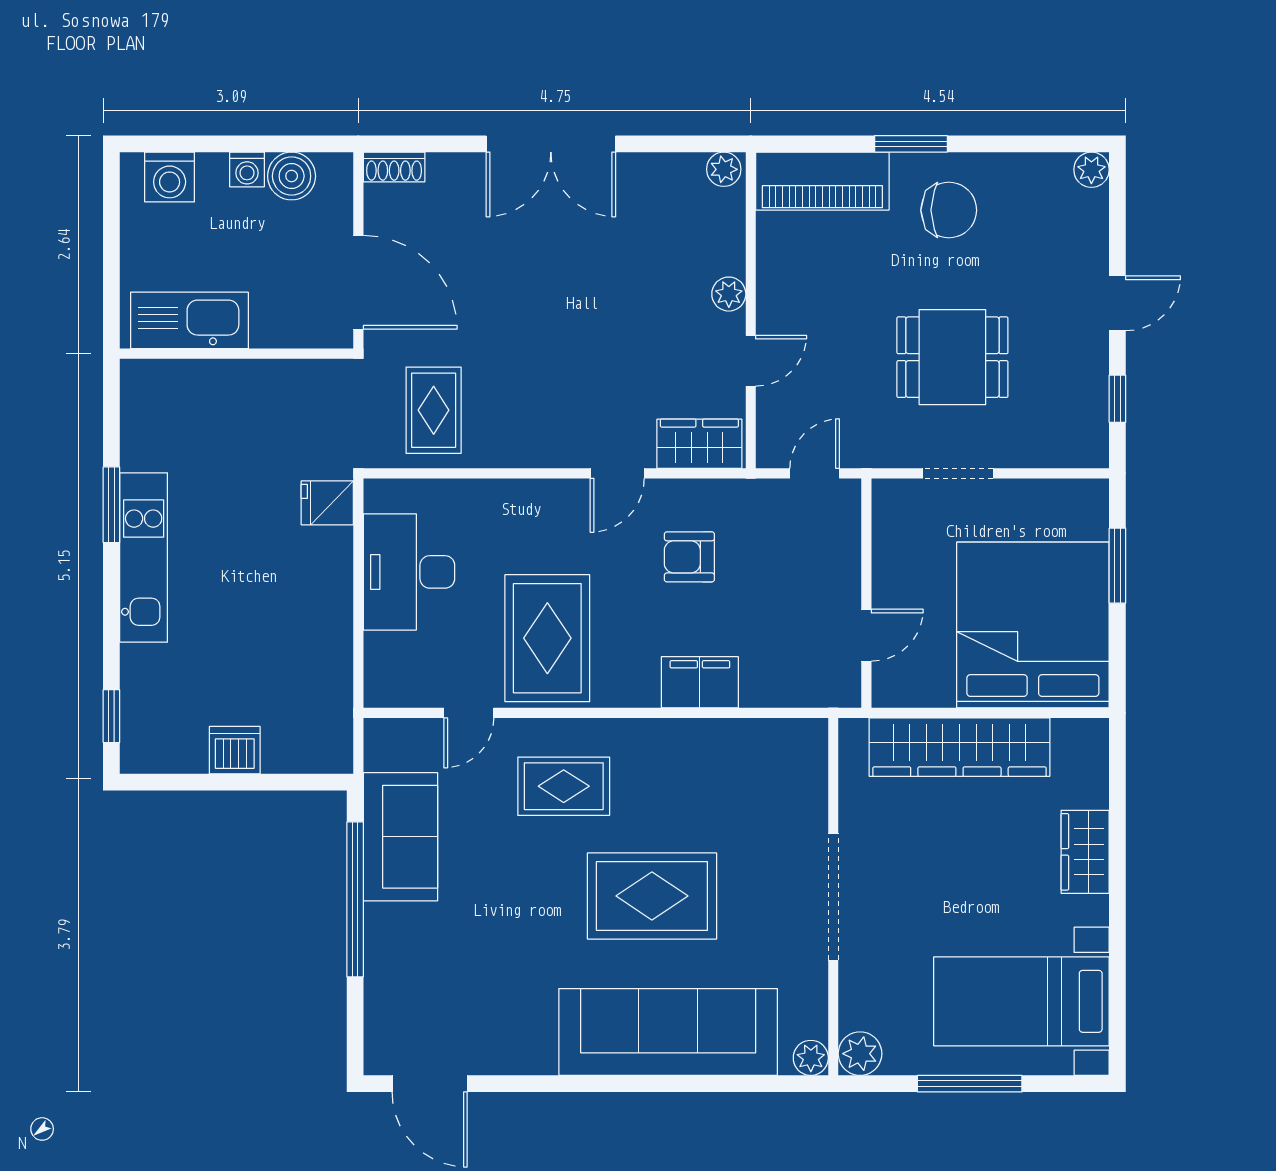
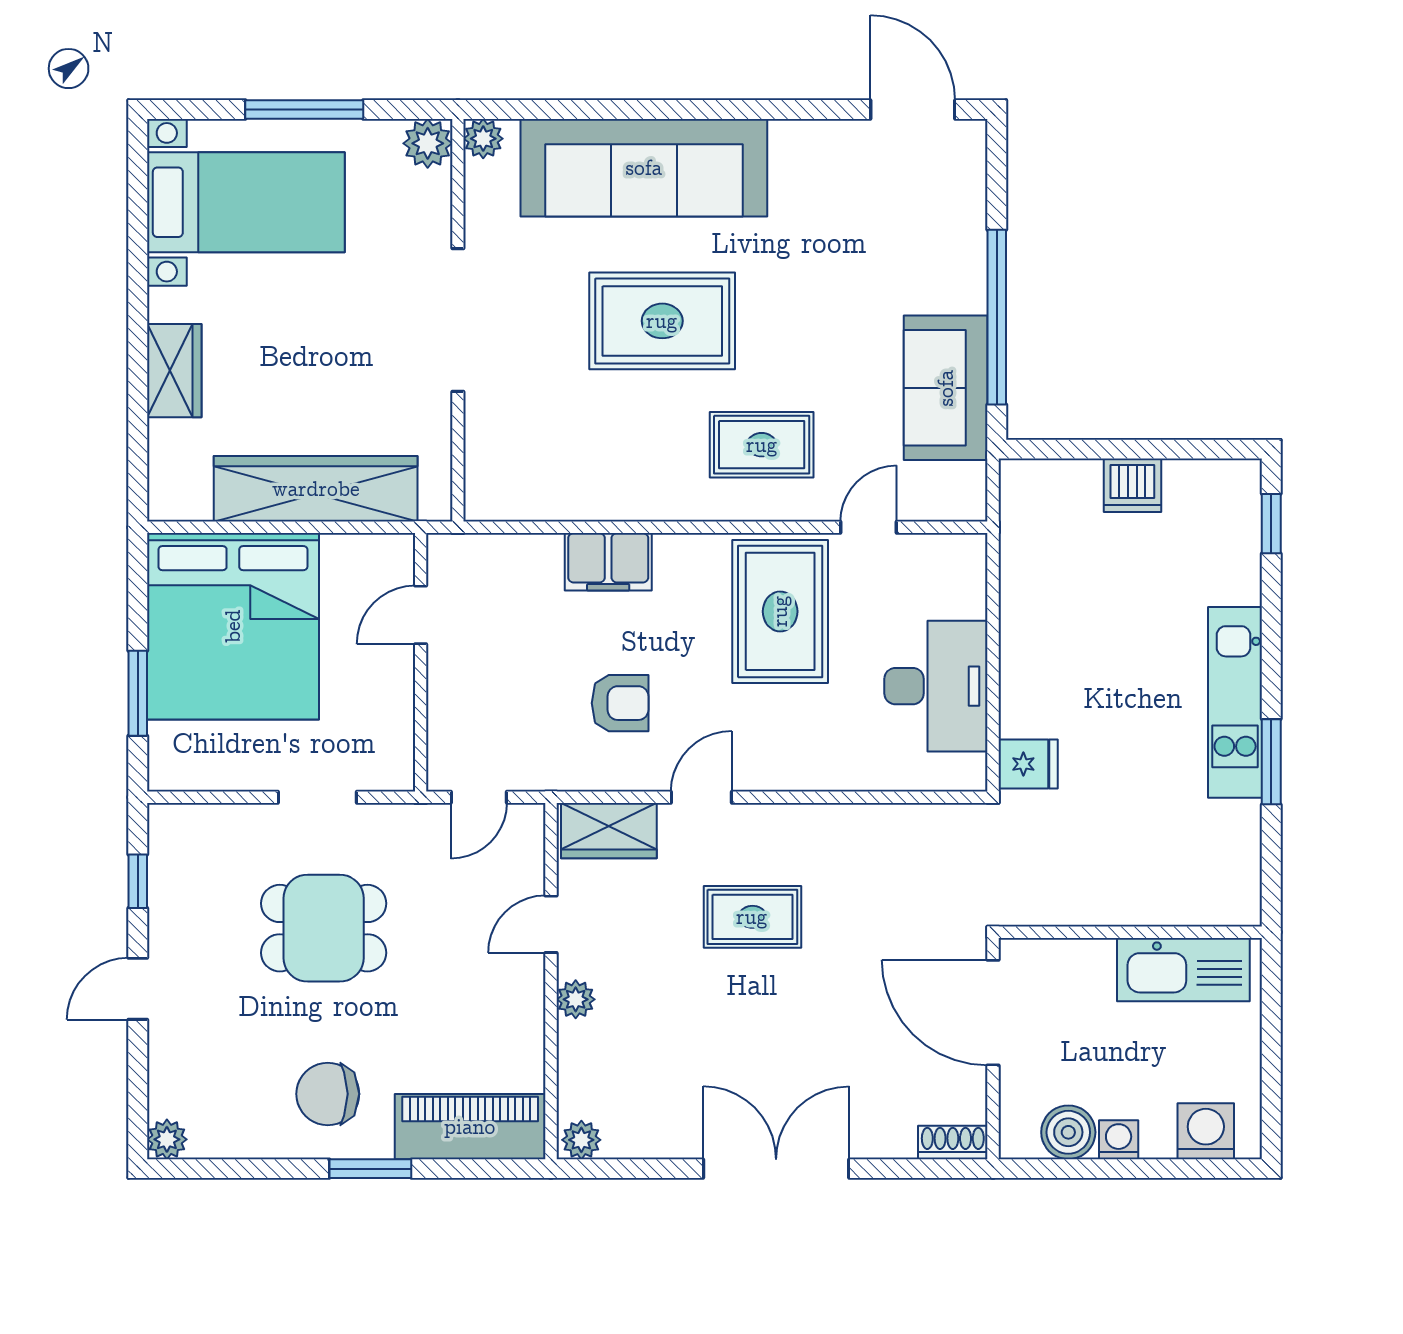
rug: (434, 410) -> (752, 917), moved, turned 90

